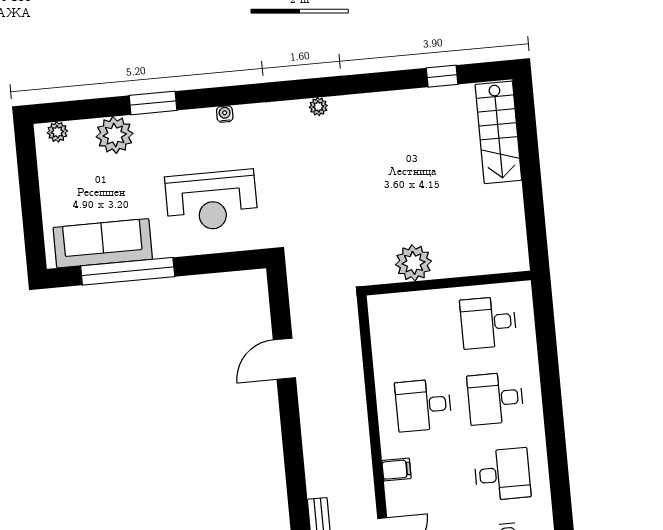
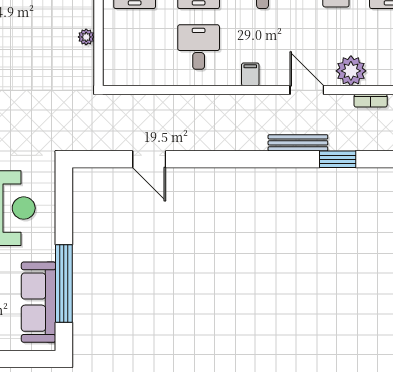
plant: (413, 263) -> (86, 37), width x0.53, depth x0.53
desk: (423, 405) -> (199, 47), turned 180

